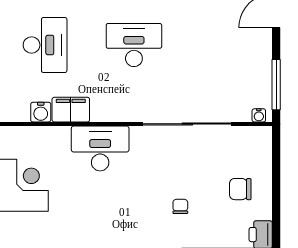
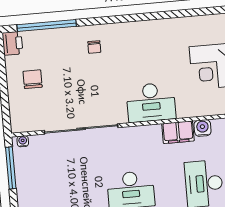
chair: (240, 189) -> (33, 79), turned -90
chair: (180, 206) -> (94, 47), moved

